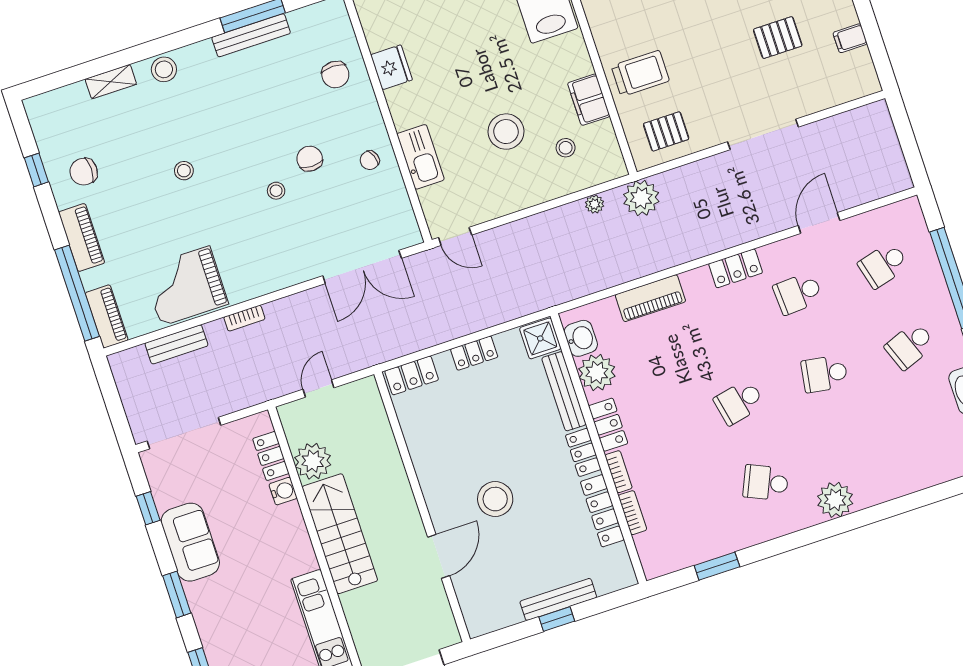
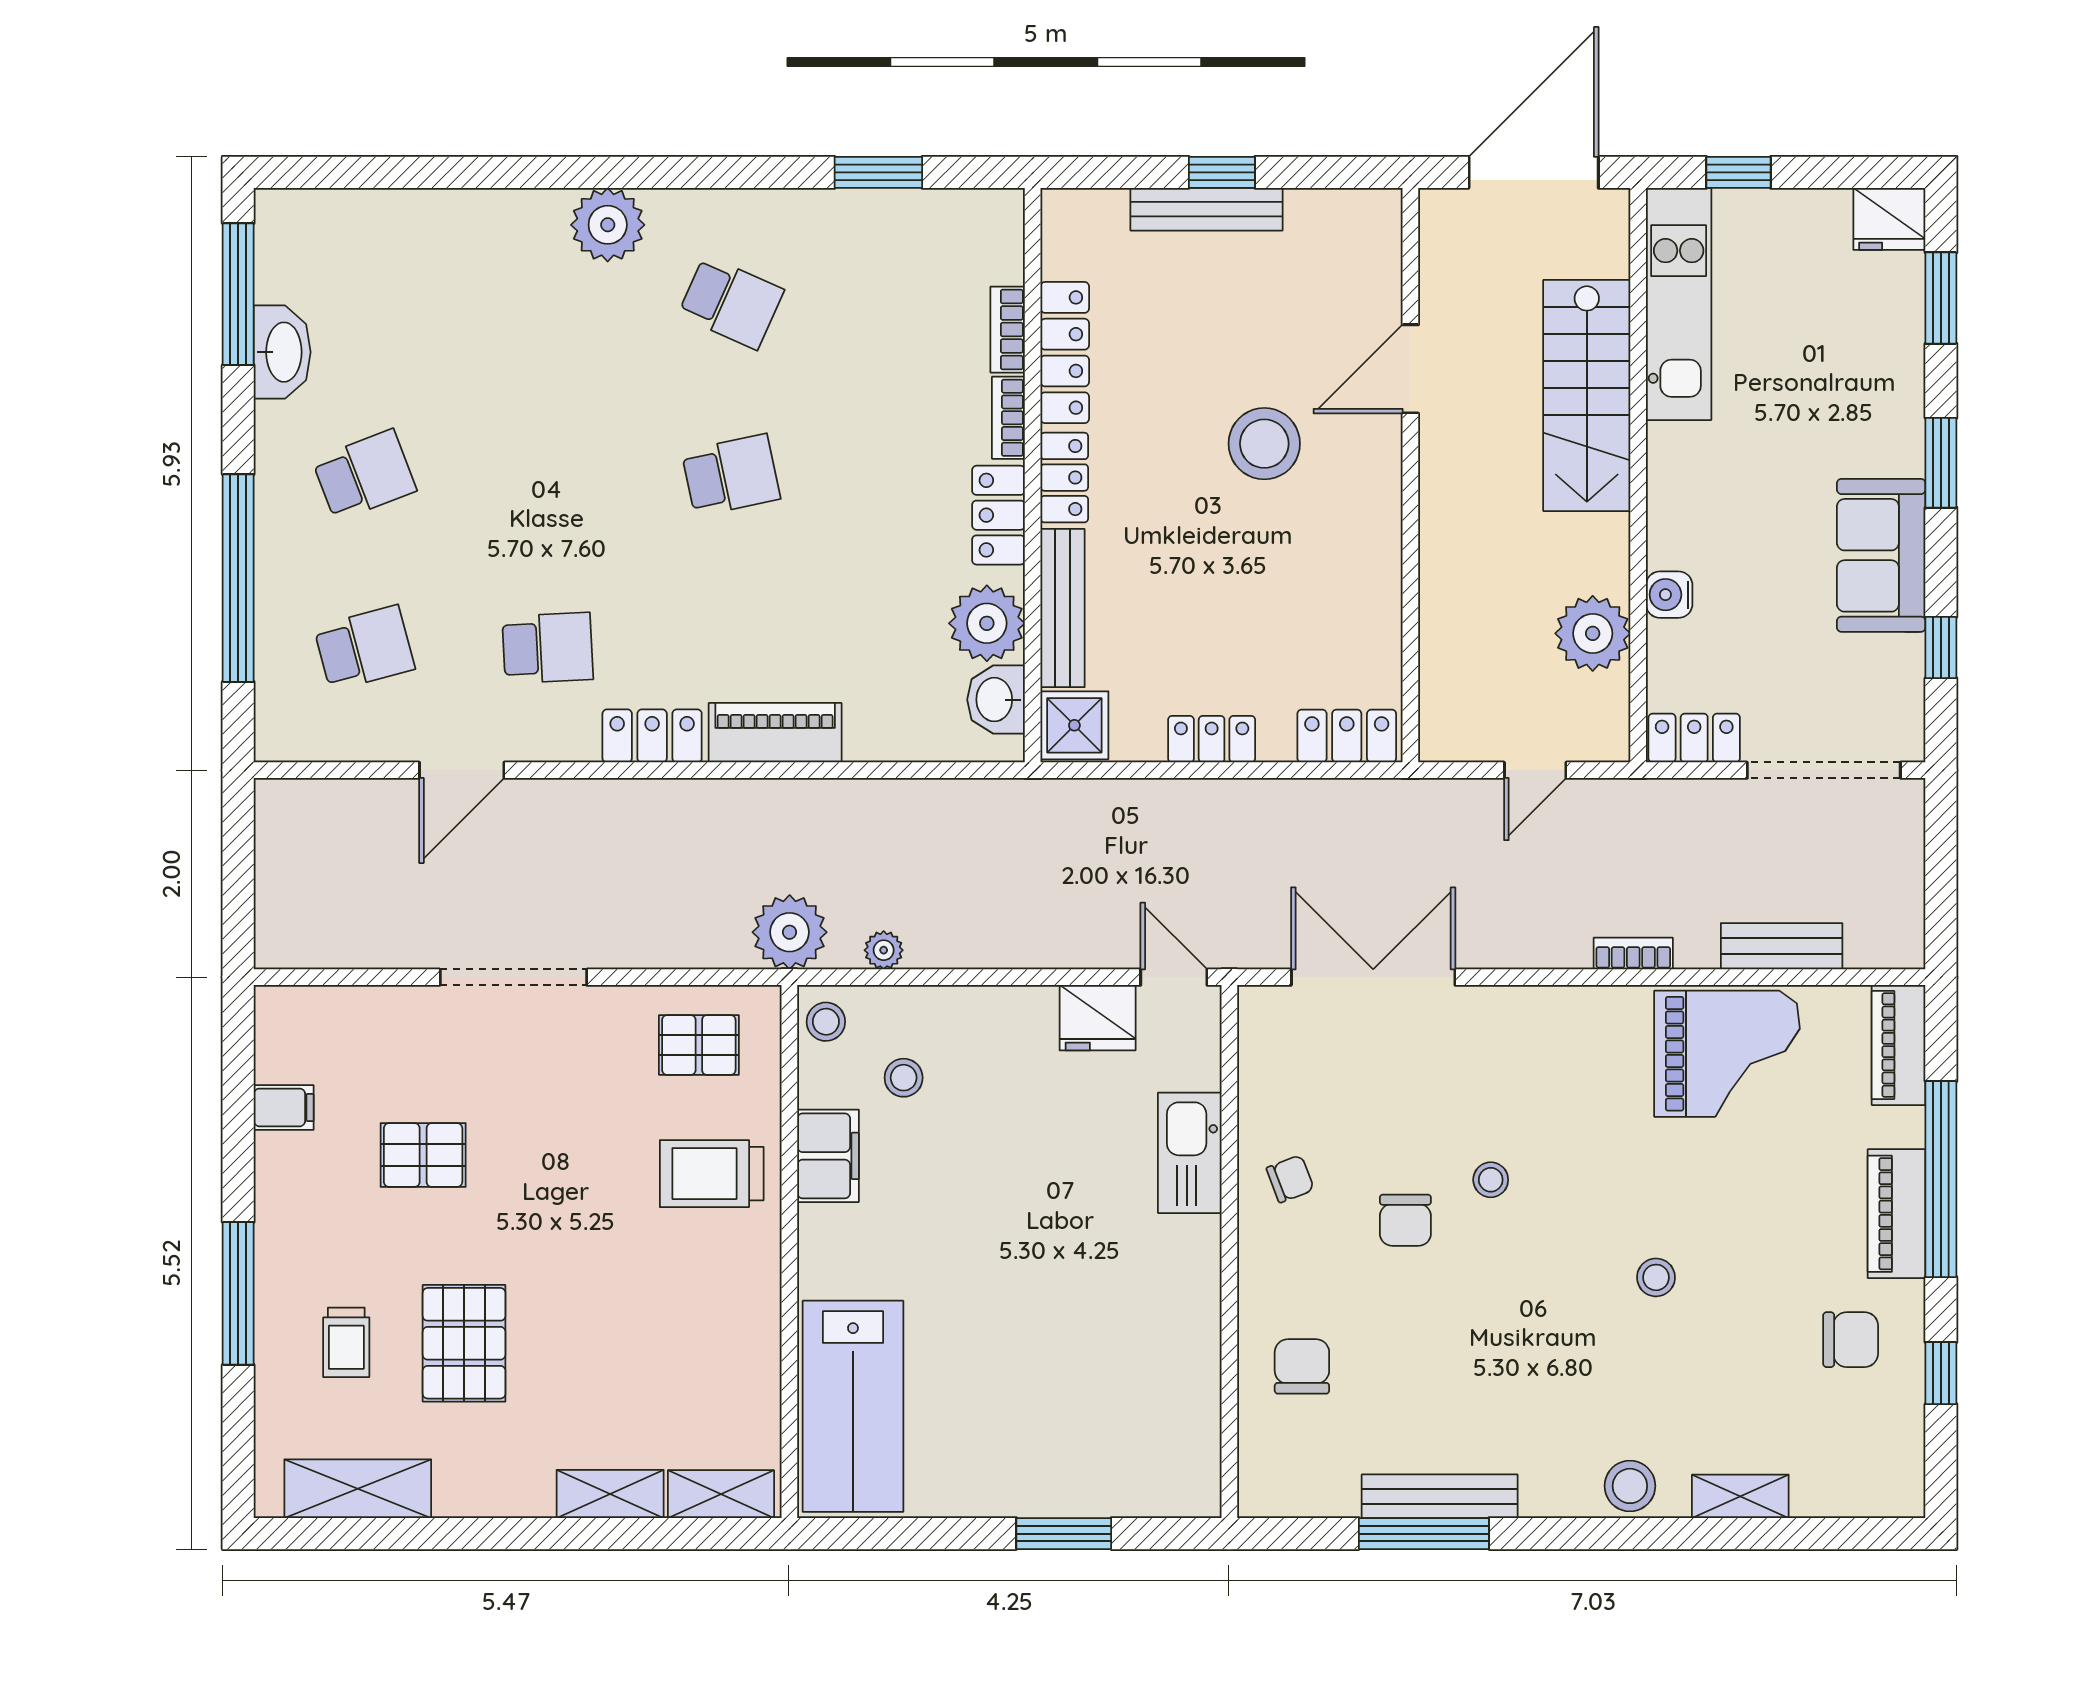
fridge: (391, 67) -> (1098, 1018), moved, turned -90
stool: (506, 132) -> (826, 1022), moved, width x0.53, depth x0.53
window: (77, 293) -> (1941, 1179), moved
piano: (650, 298) -> (775, 733), moved
school desk: (825, 374) -> (548, 475), removed
locker: (271, 456) -> (1694, 738), moved, turned -90
stairs: (340, 534) -> (1587, 396), moved

